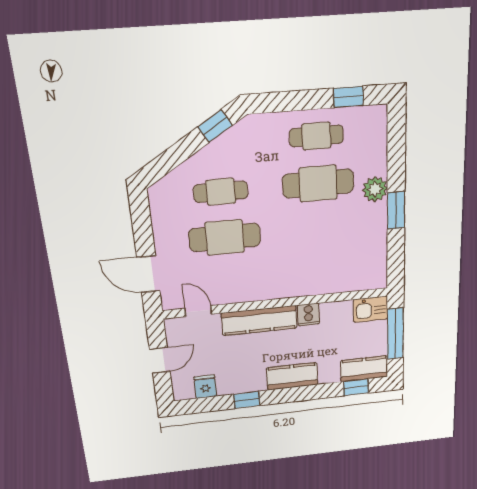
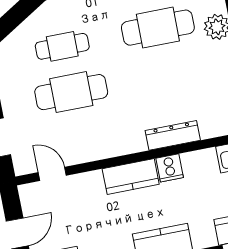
dresser: (316, 286) -> (173, 135), added
kitchen counter: (259, 320) -> (131, 177), width x0.67

